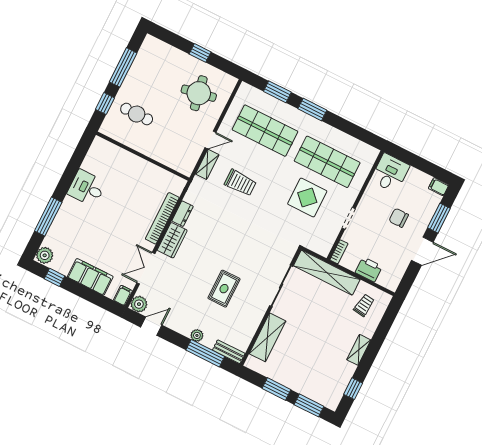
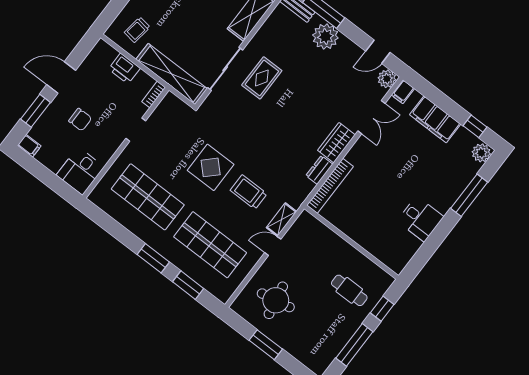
window: (200, 53) -> (266, 345), width x1.50
display table: (307, 198) -> (211, 167), moved
bookcase: (162, 218) -> (330, 186), moved
rug: (224, 289) -> (262, 78), moved
plant: (197, 335) -> (325, 36), width x1.88, depth x1.88

